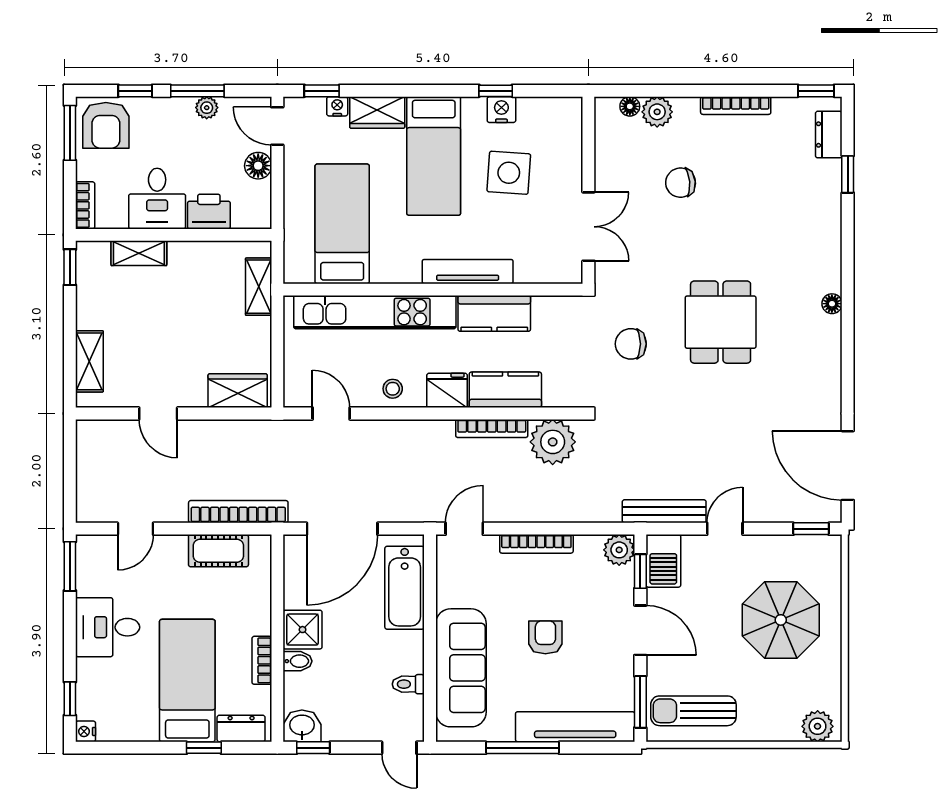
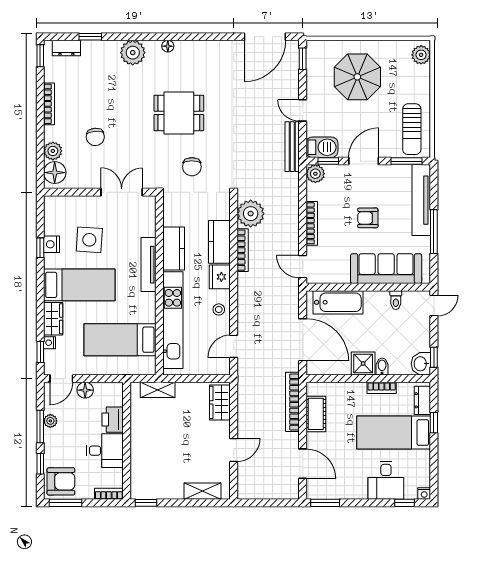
floor lamp: (630, 106) -> (55, 173), width x1.89, depth x1.89
plant: (821, 245) -> (133, 53), added
shelving: (139, 253) -> (138, 462), removed
door: (135, 529) -> (303, 464), width x1.38
desk: (108, 627) -> (386, 480), moved

